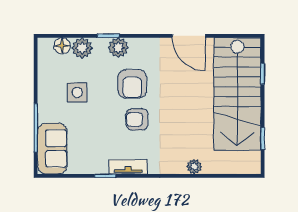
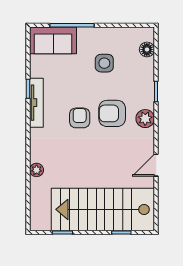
door: (189, 36) -> (156, 165), width x0.73
plant: (82, 48) -> (145, 68), removed
plant: (118, 48) -> (145, 119), moved
tv unit: (128, 167) -> (36, 103), width x1.41

